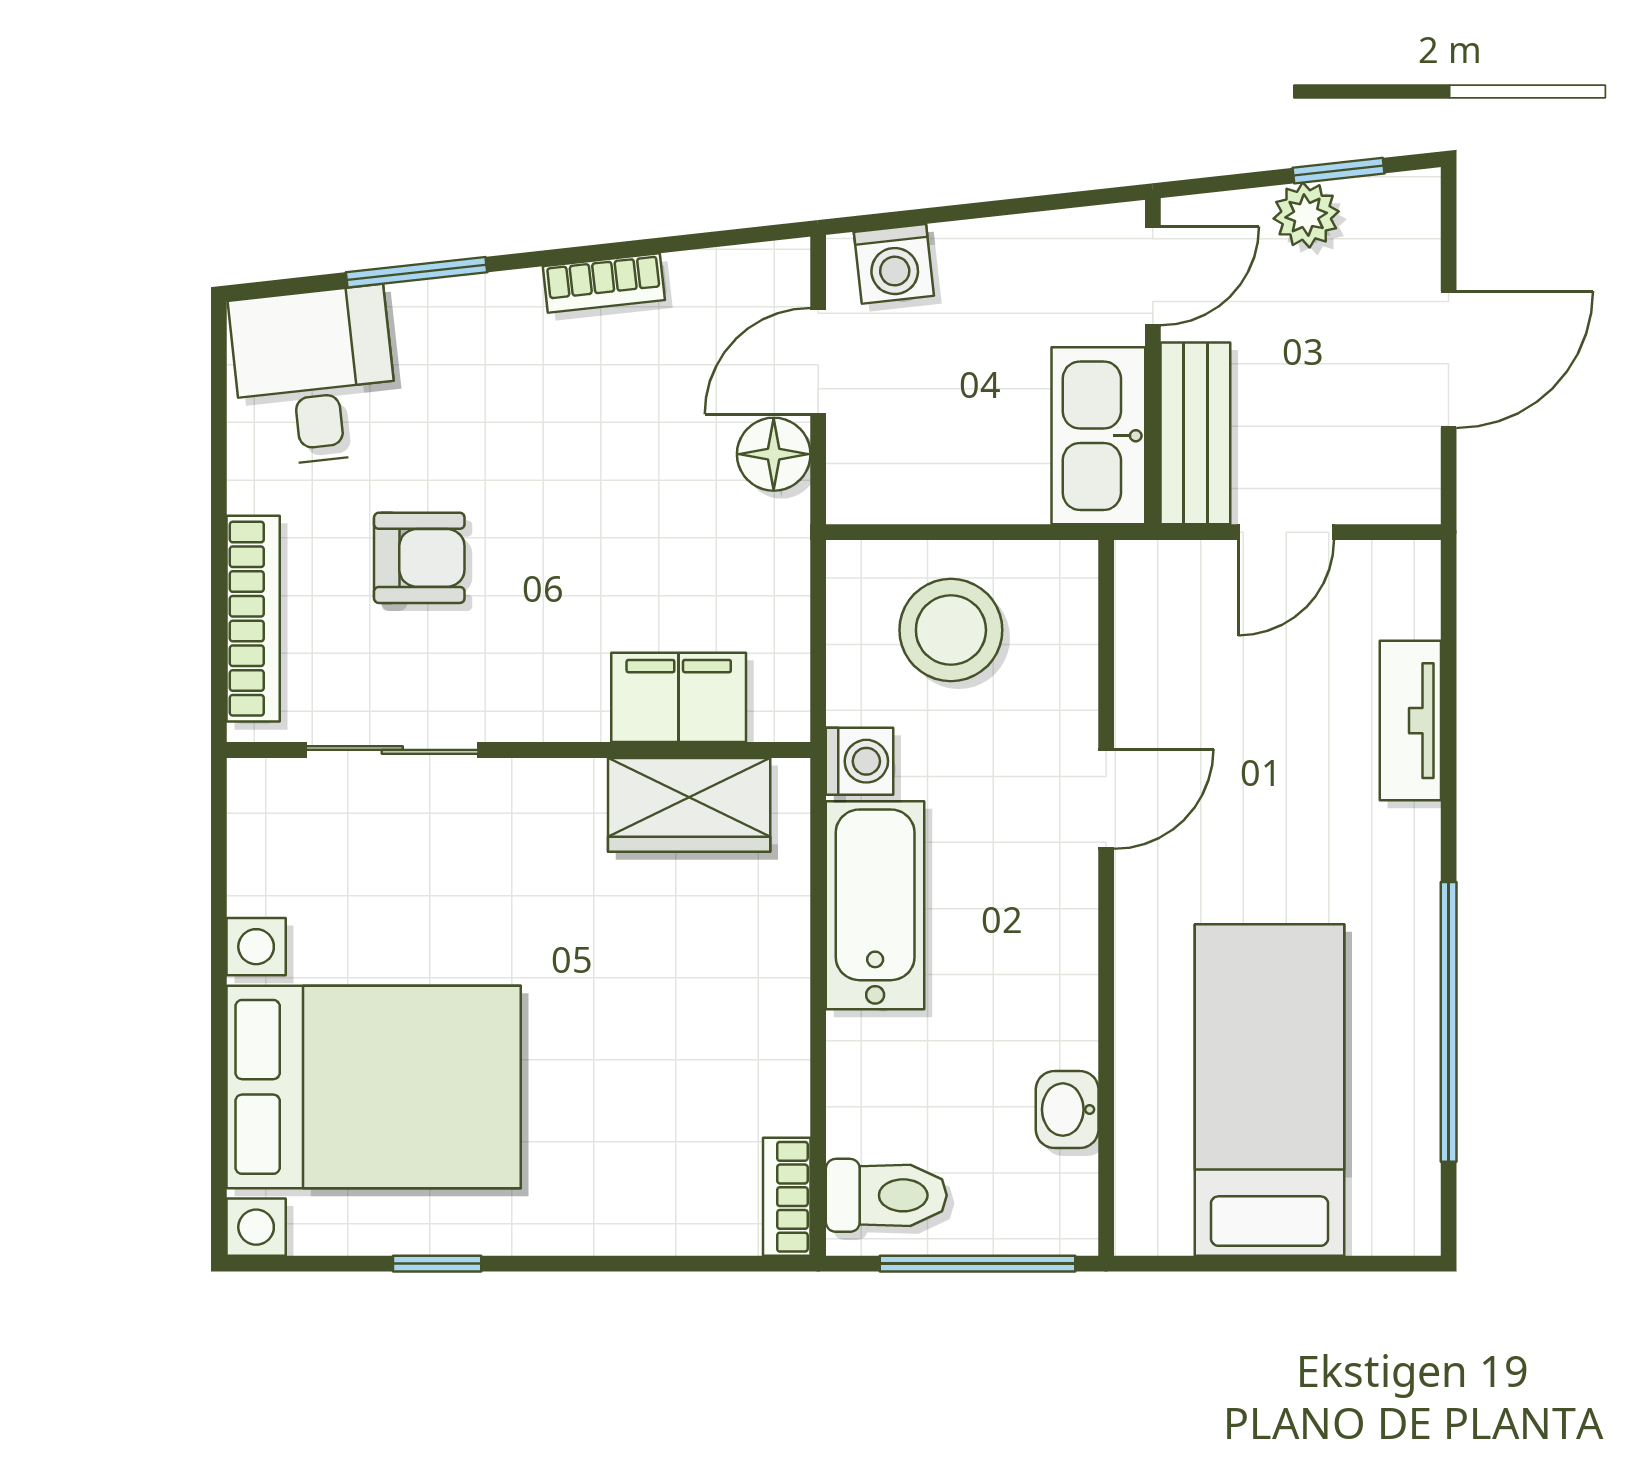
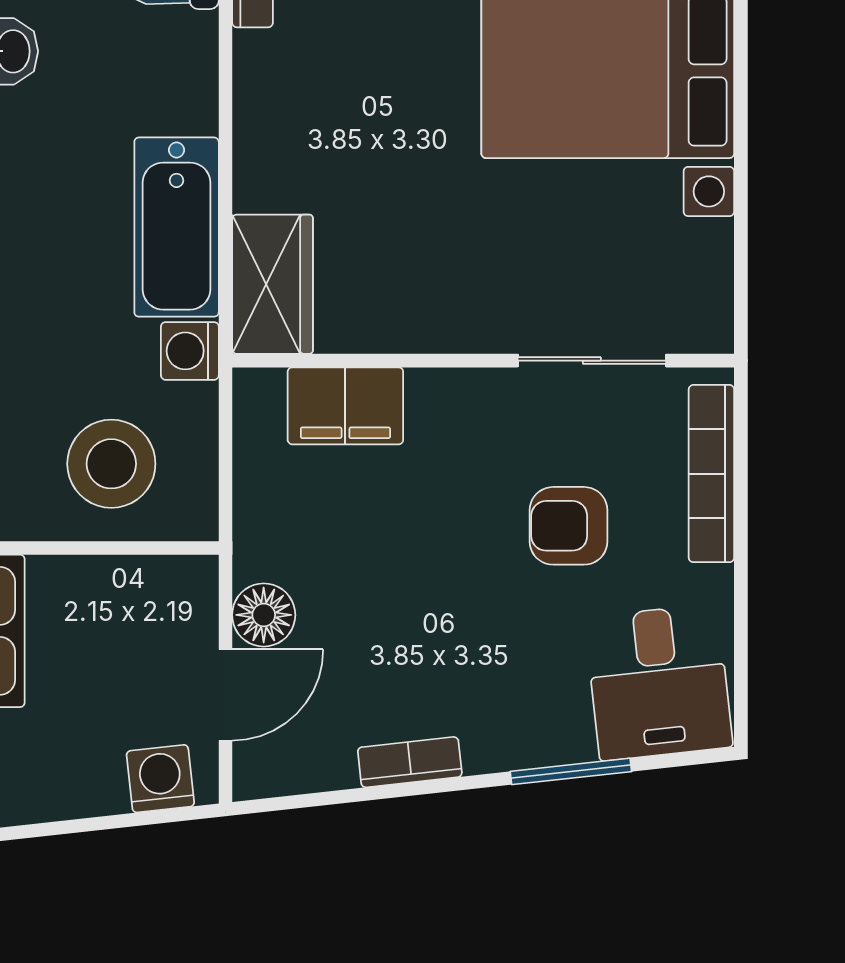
wardrobe: (689, 805) -> (273, 284), moved, turned 90

